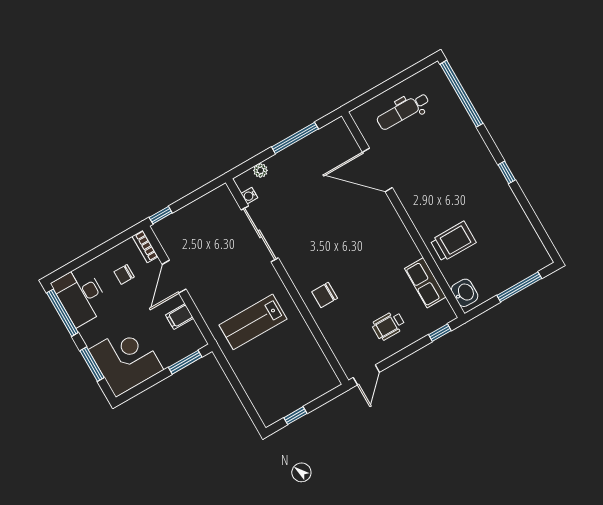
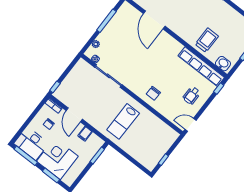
door: (377, 170) -> (154, 20), hinge flipped
row of seats: (425, 283) -> (201, 67), width x2.02
corner desk: (126, 360) -> (57, 159), moved
door: (366, 375) -> (191, 125), swing flipped

